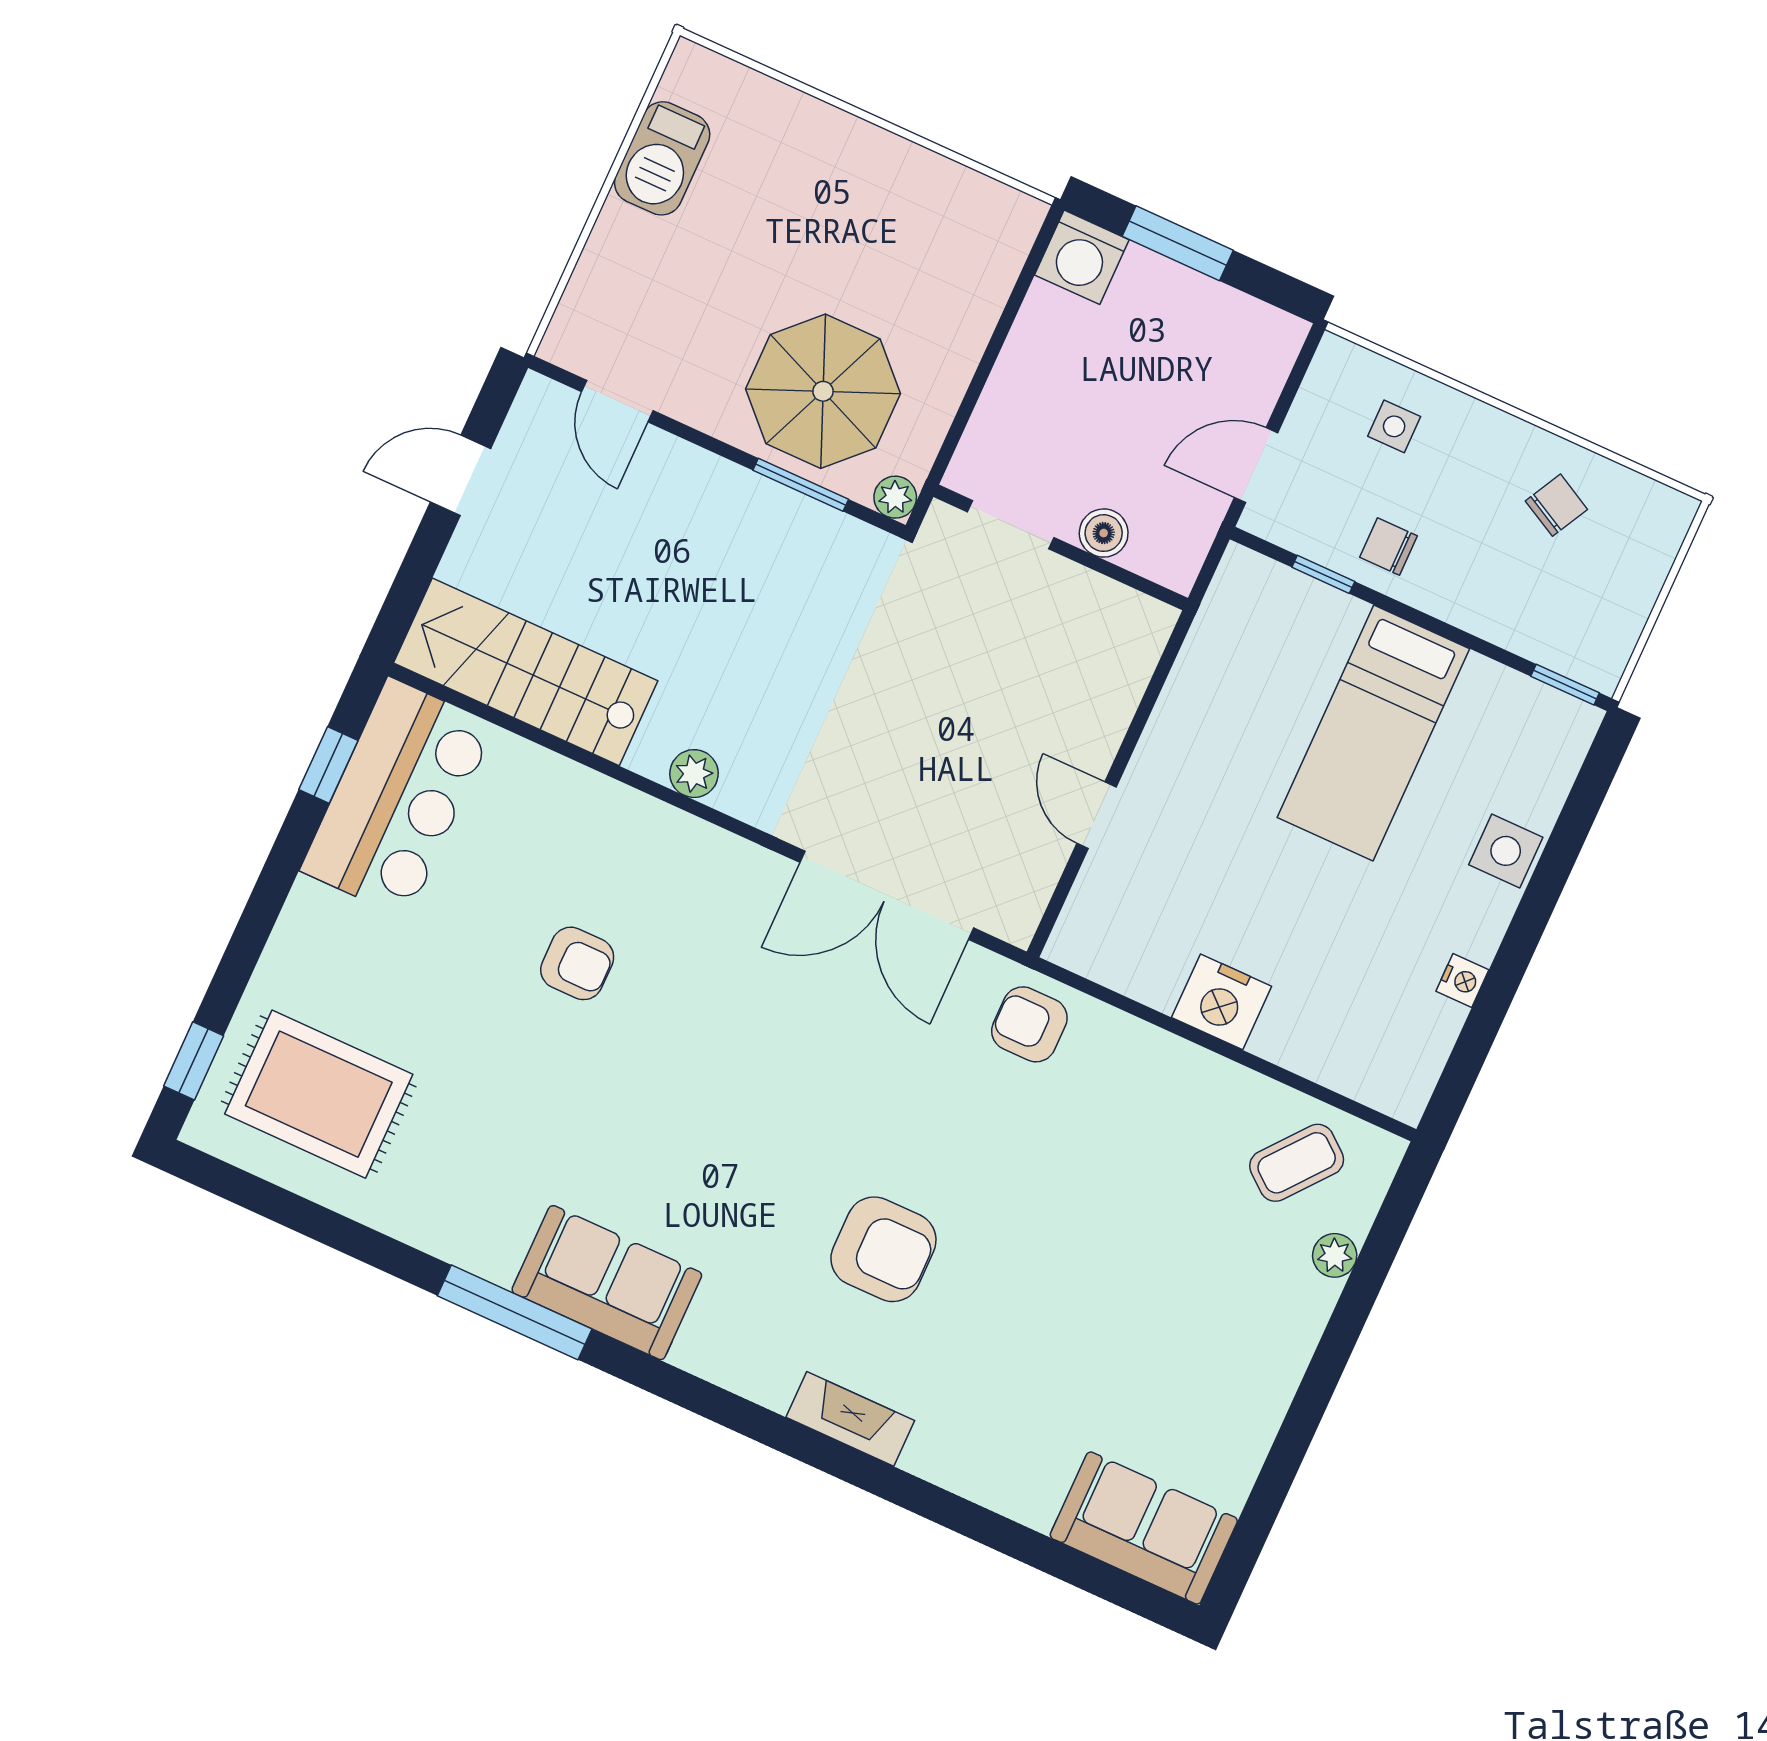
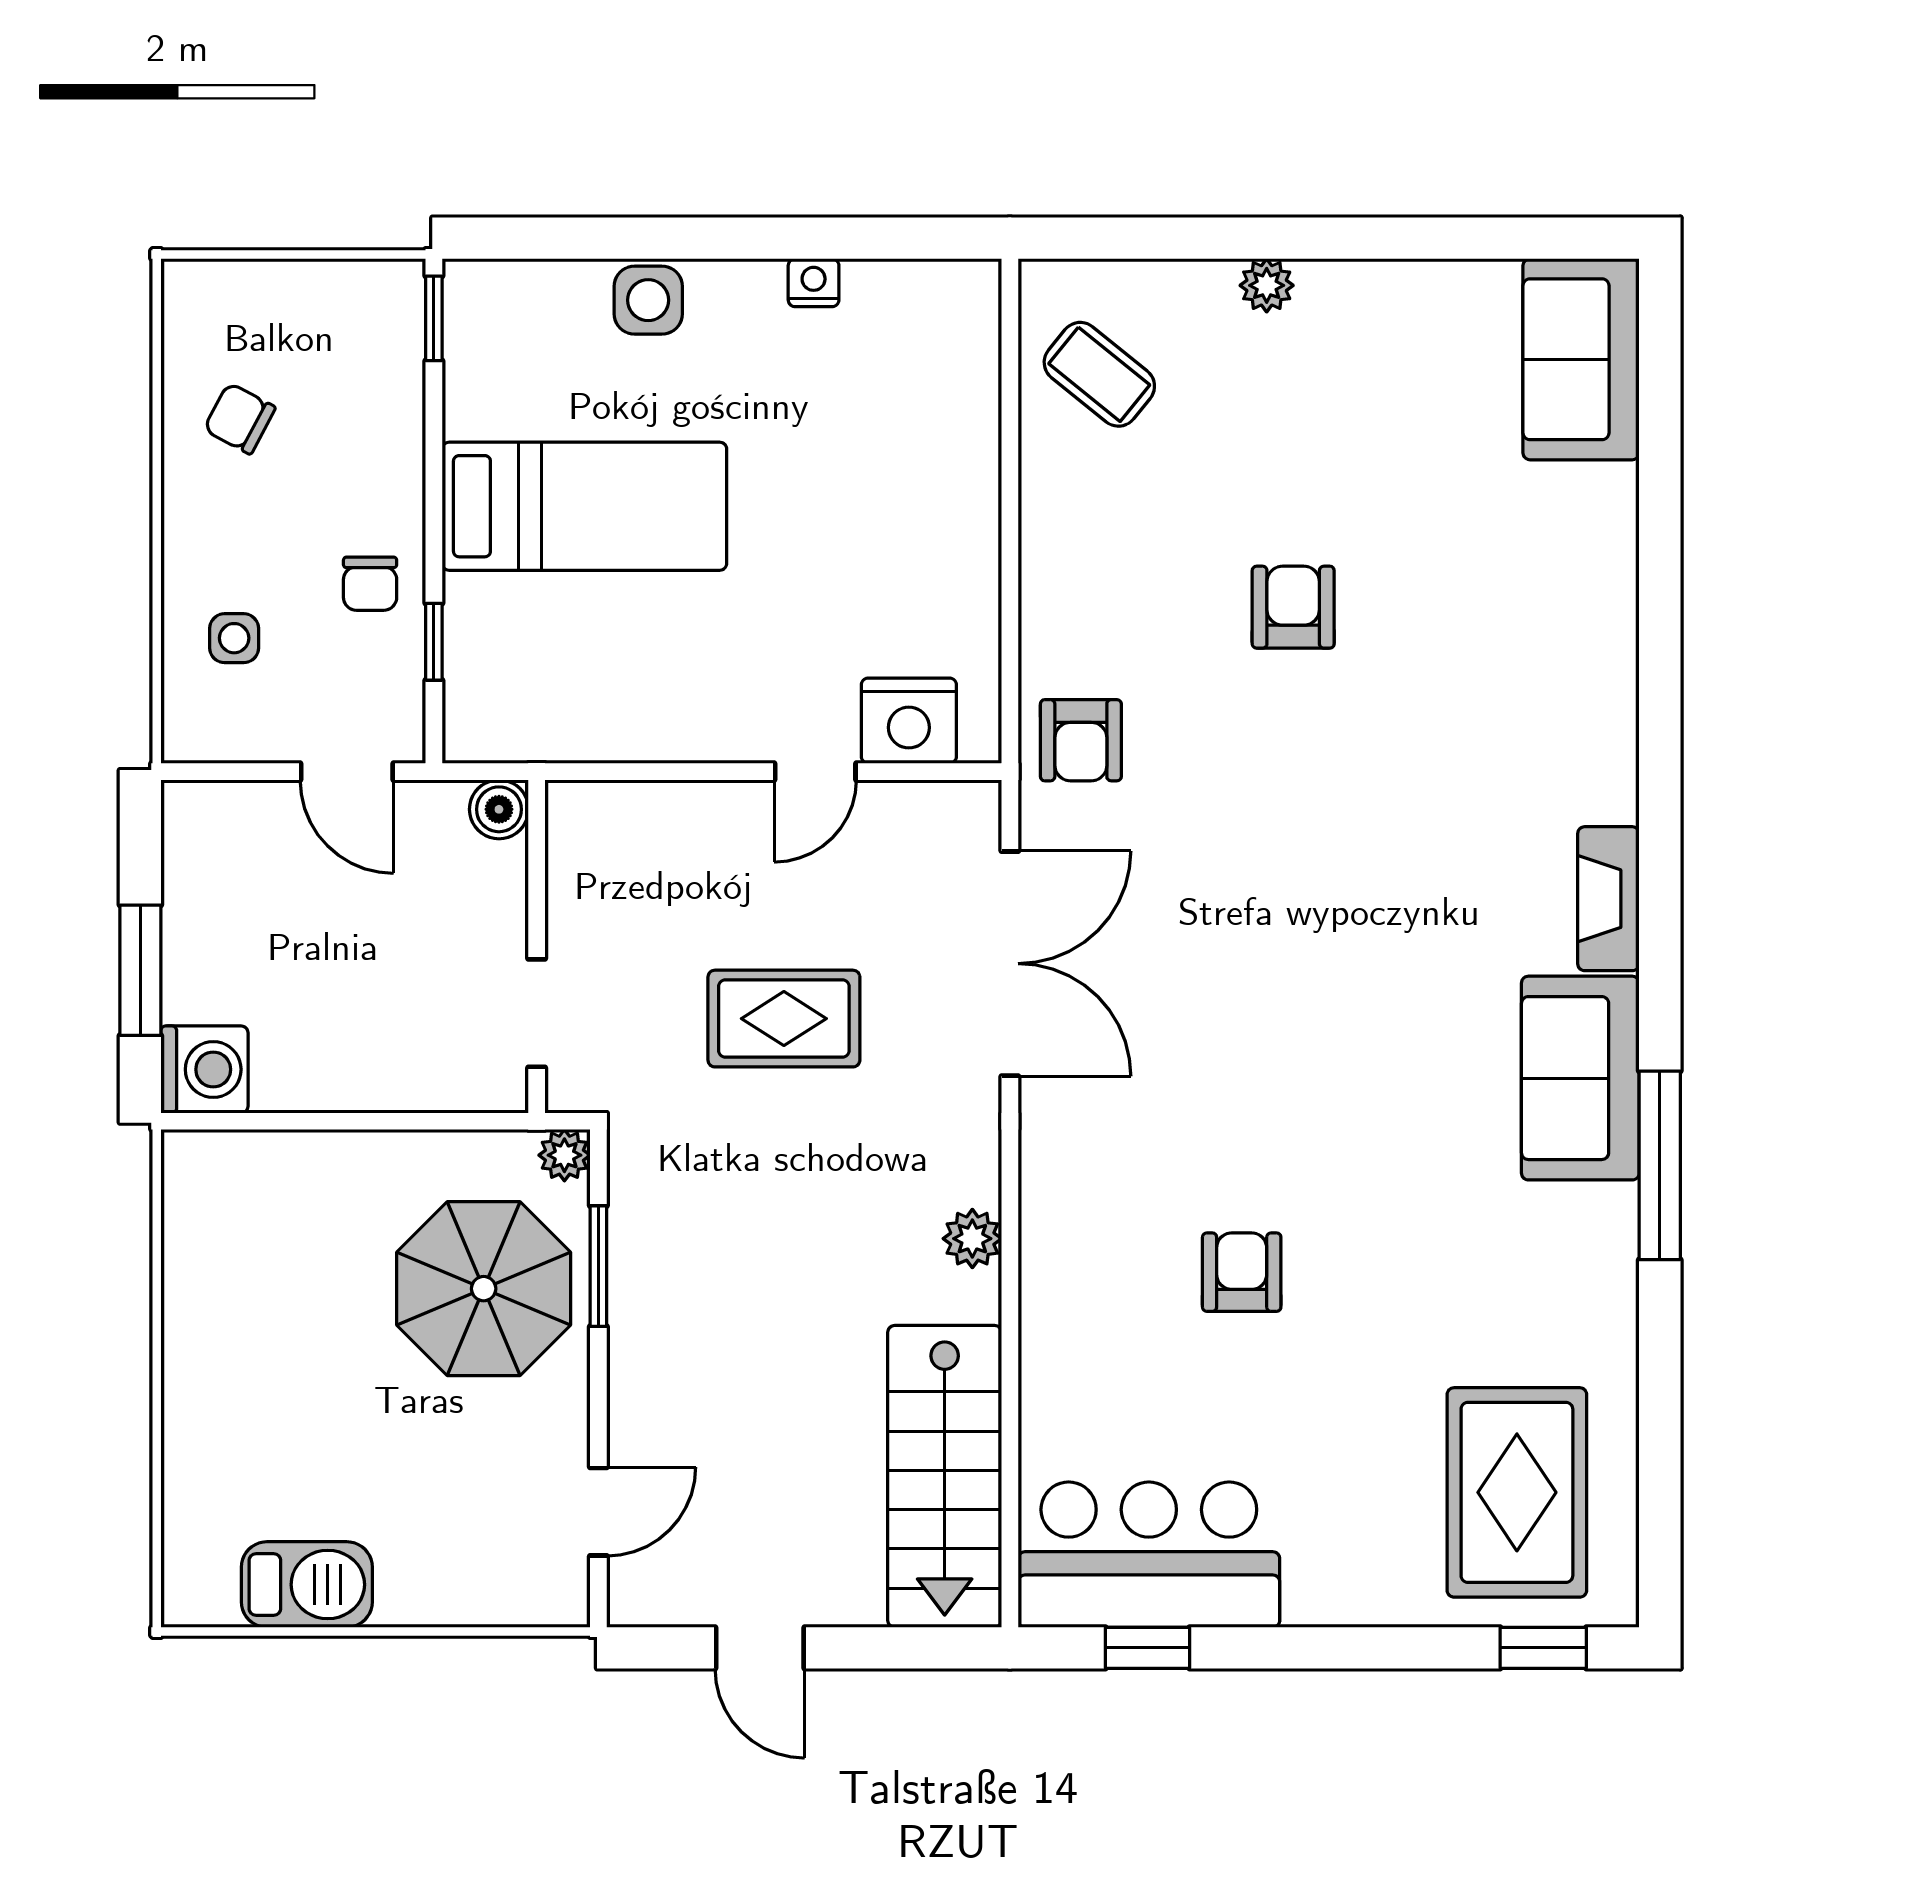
boiler: (1104, 533) -> (499, 809), moved
rug: (923, 708) -> (784, 1019), added
nightstand: (1222, 1002) -> (909, 721), moved, turned 90
armchair: (883, 1249) -> (1293, 607), moved, width x0.72, depth x0.72
plant: (1335, 1255) -> (1267, 285), moved
fireplace: (850, 1419) -> (1608, 899), moved

